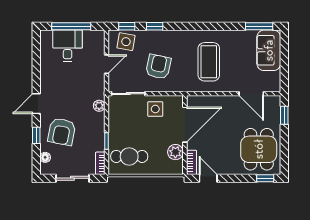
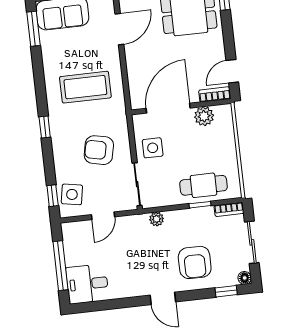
window: (155, 26) -> (45, 127), moved
desk: (68, 46) -> (87, 284), moved
door: (107, 64) -> (103, 216), swing flipped
door: (185, 125) -> (168, 108), hinge flipped
armchair: (62, 132) -> (195, 262), turned 79
window: (36, 135) -> (226, 291), moved
cafe table: (129, 156) -> (203, 185), moved, turned 90
floor lamp: (45, 157) -> (245, 278), moved

